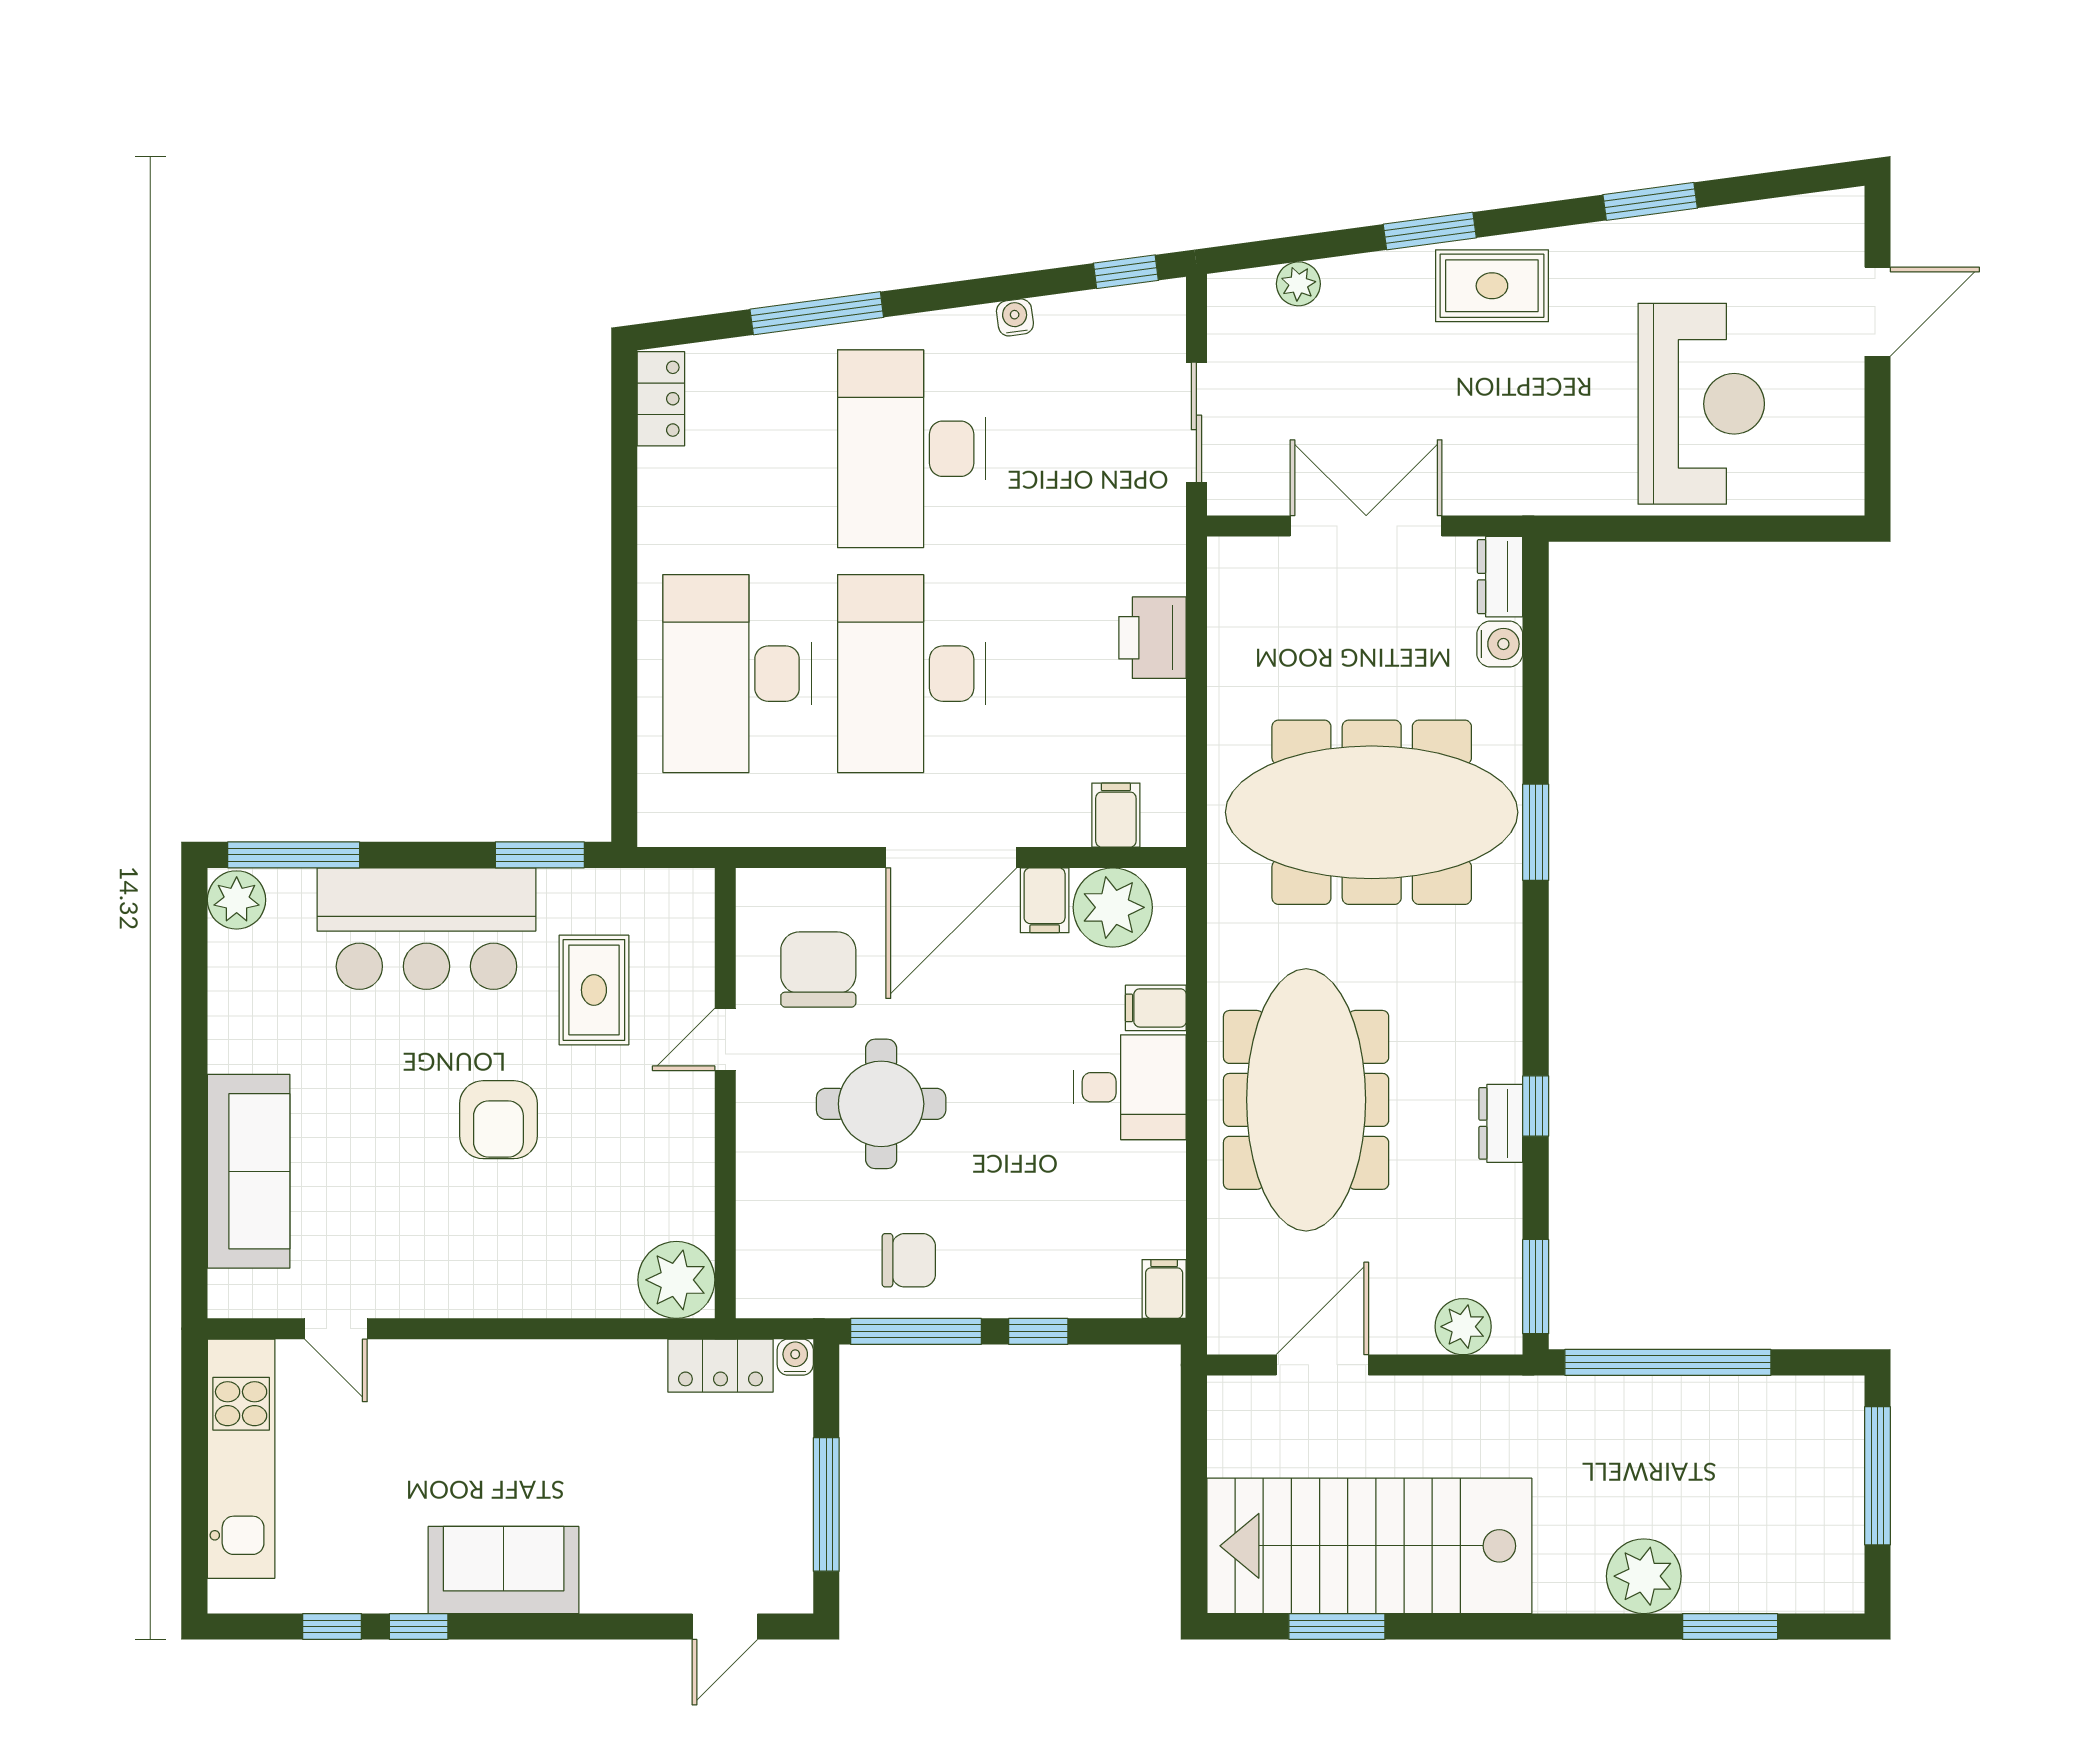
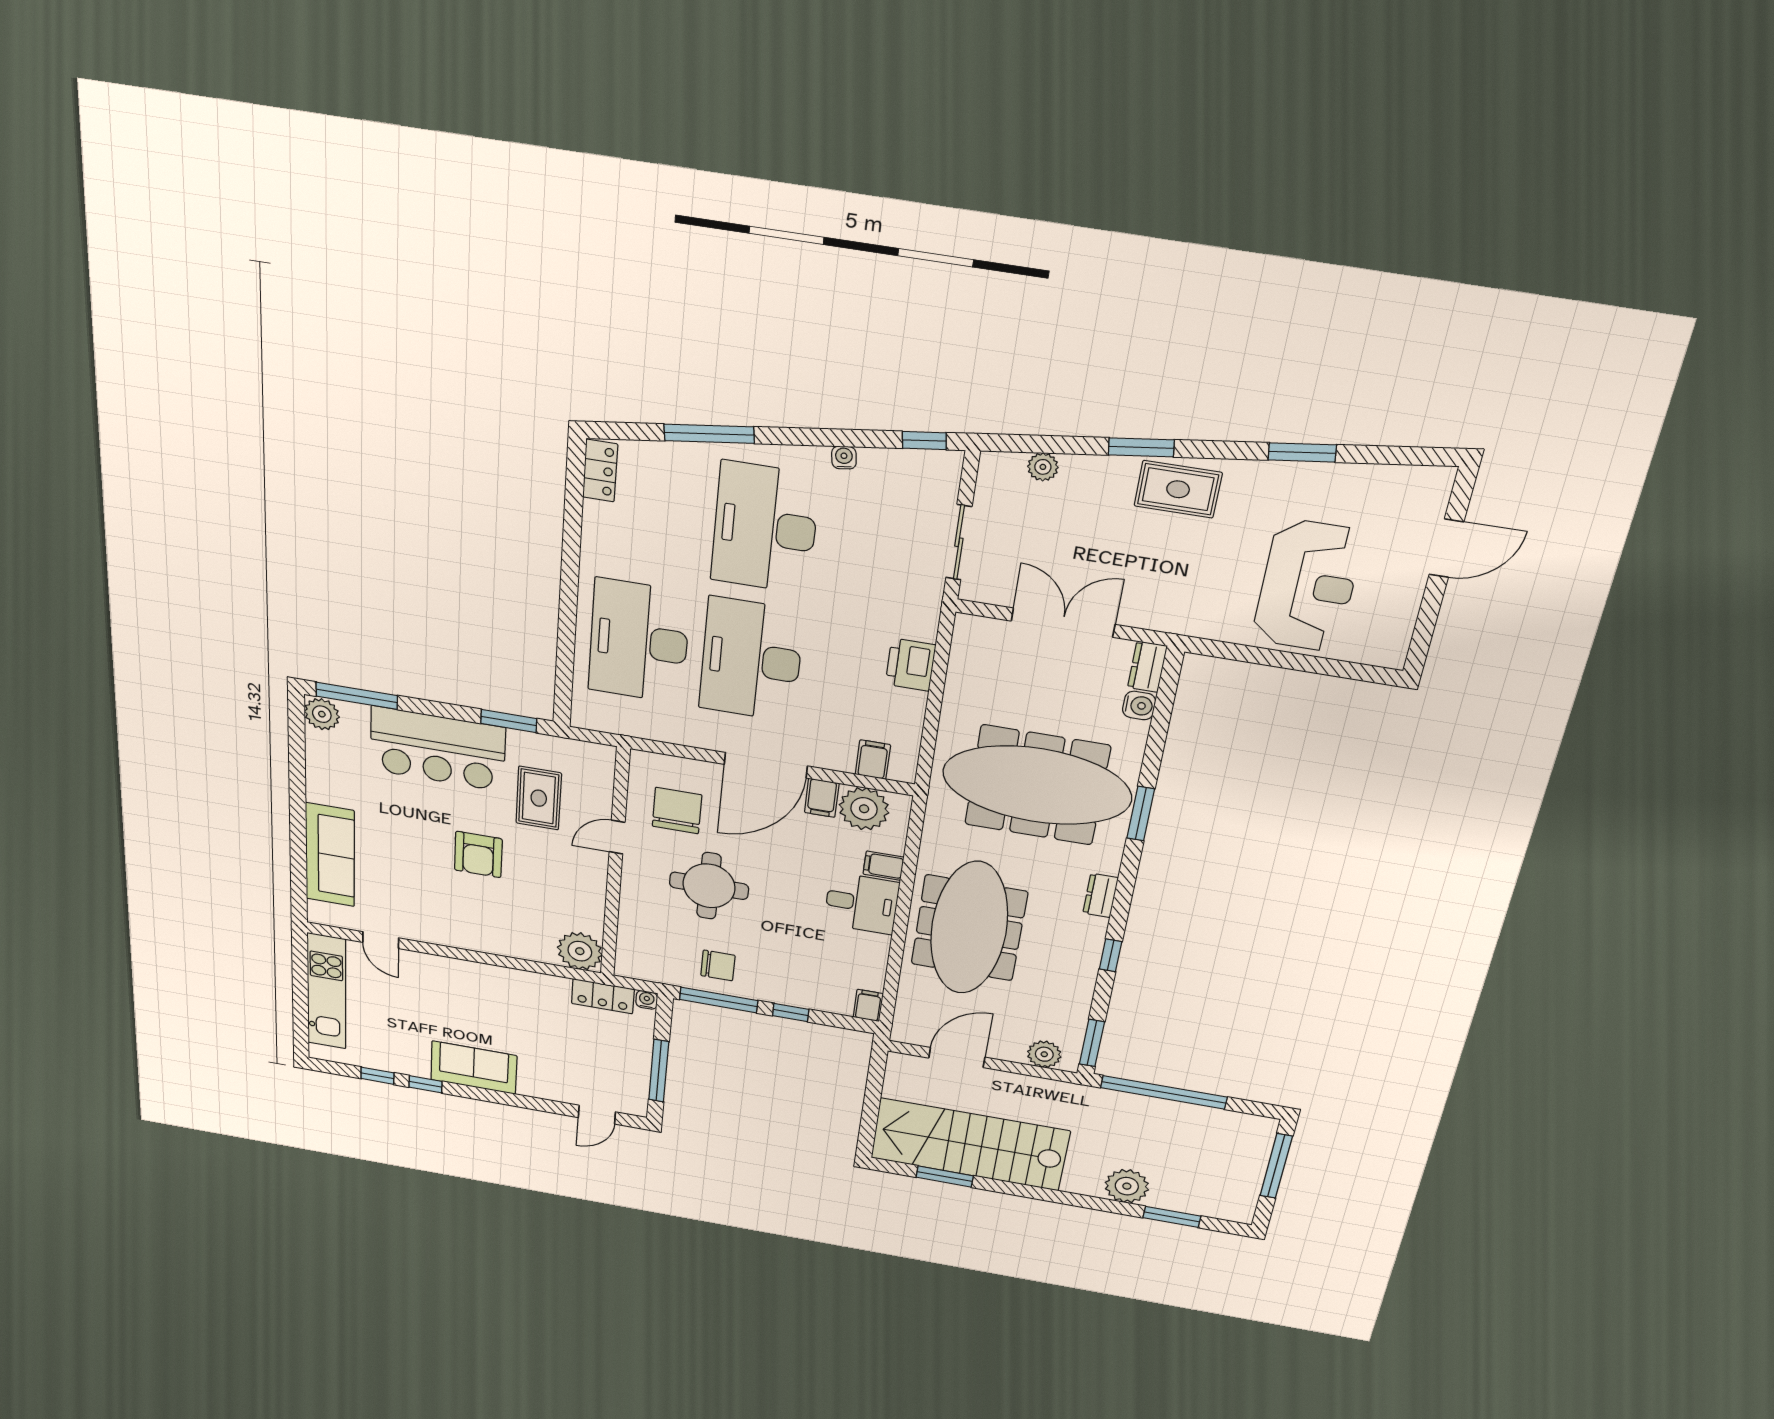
dresser: (1501, 1123) -> (1101, 895), moved

